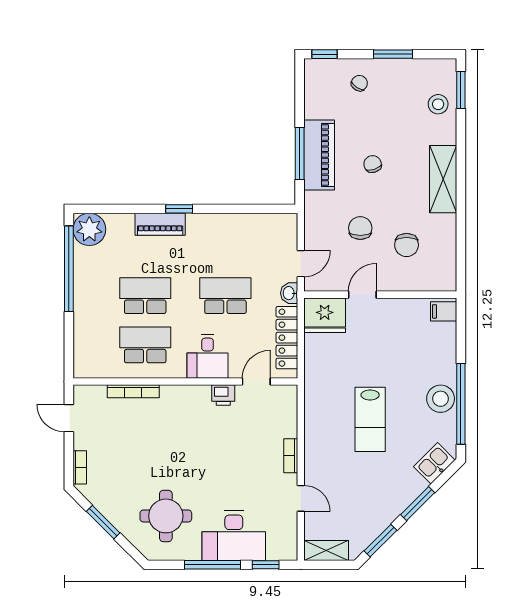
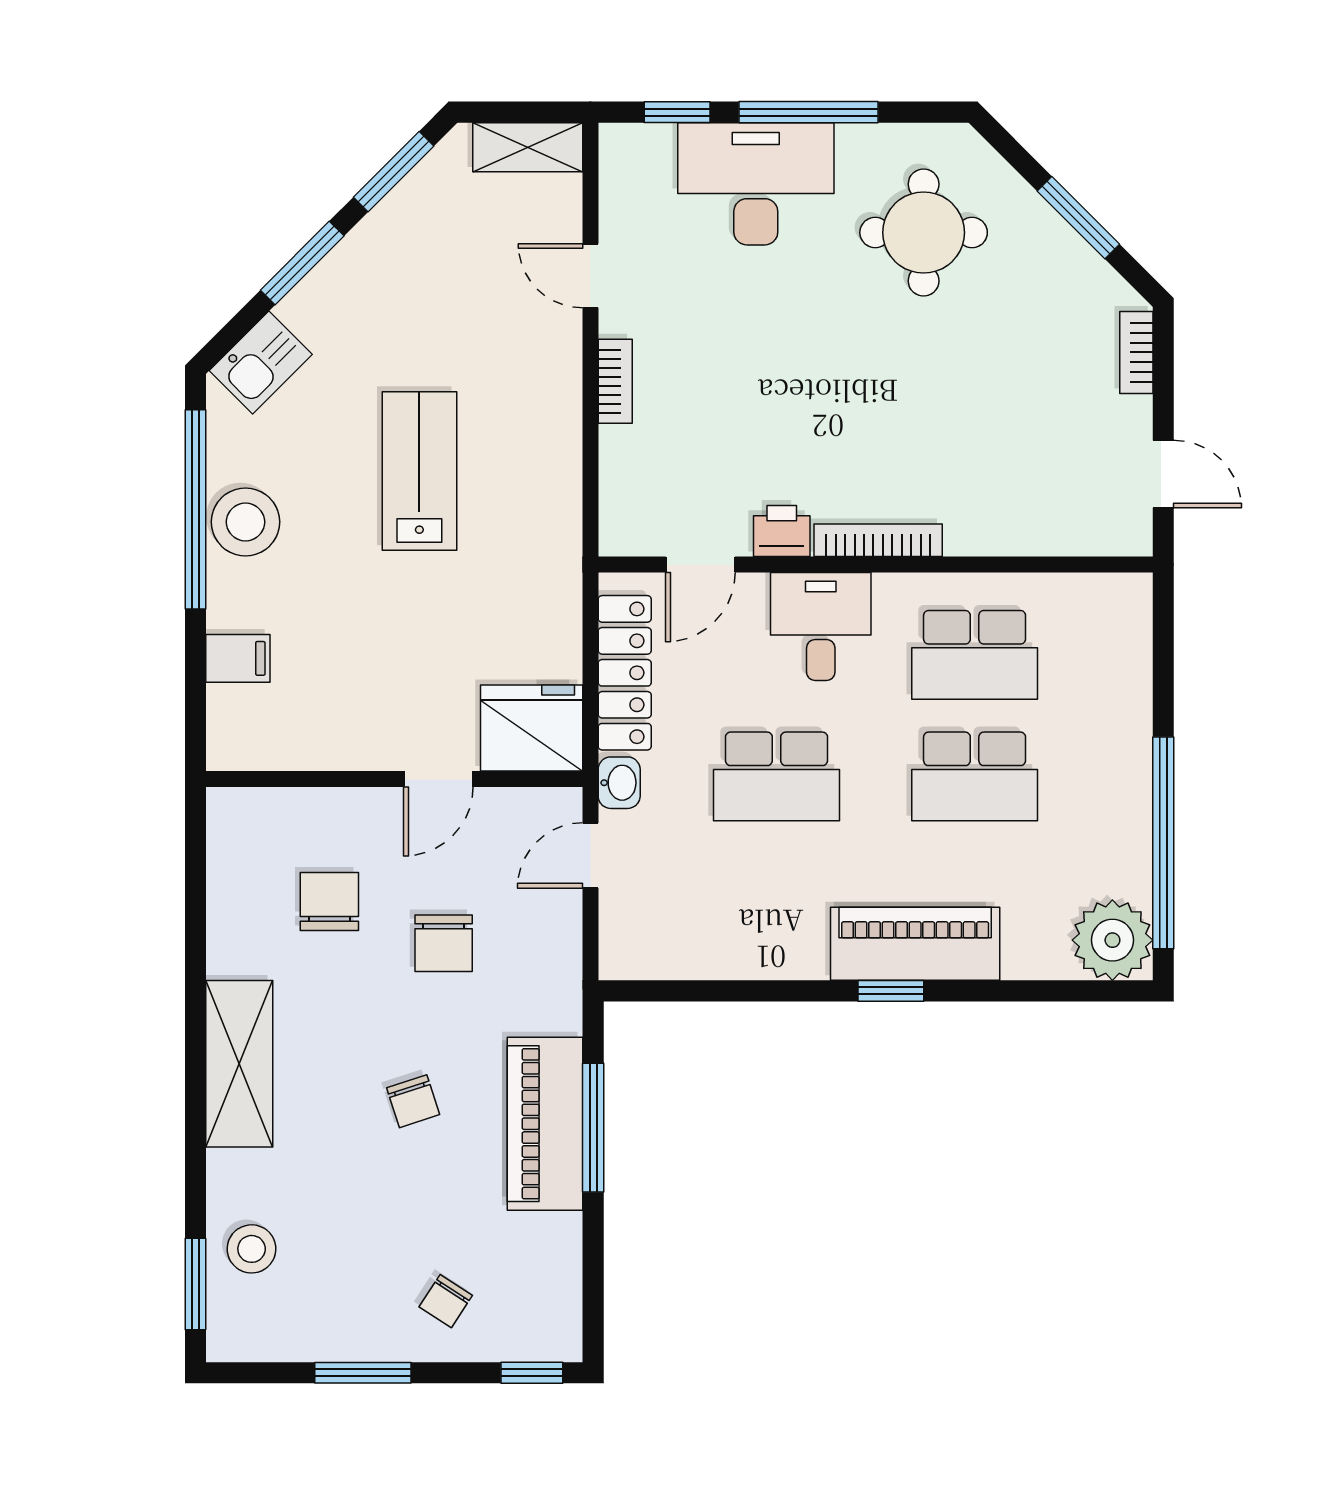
piano: (160, 224) -> (915, 944), width x1.37, depth x1.33
filing cabinet: (444, 311) -> (238, 658), moved
bookcase: (133, 391) -> (878, 540), moved

